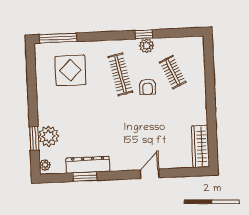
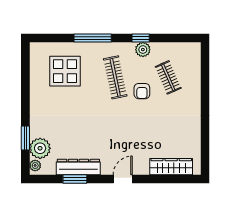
window: (58, 38) -> (93, 38), moved
plant: (49, 136) -> (40, 148), moved
wardrobe: (200, 146) -> (171, 167), moved, turned 90
door: (150, 174) -> (123, 179), moved

